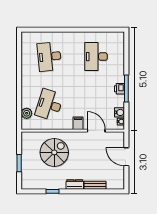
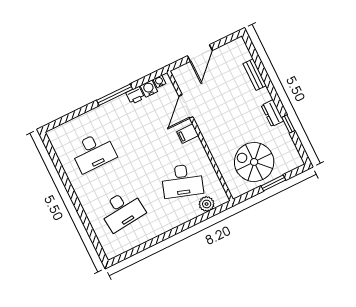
printer: (119, 89) -> (135, 95), moved
spiral stairs: (54, 152) -> (254, 162), moved
dresser: (75, 185) -> (272, 113), moved

